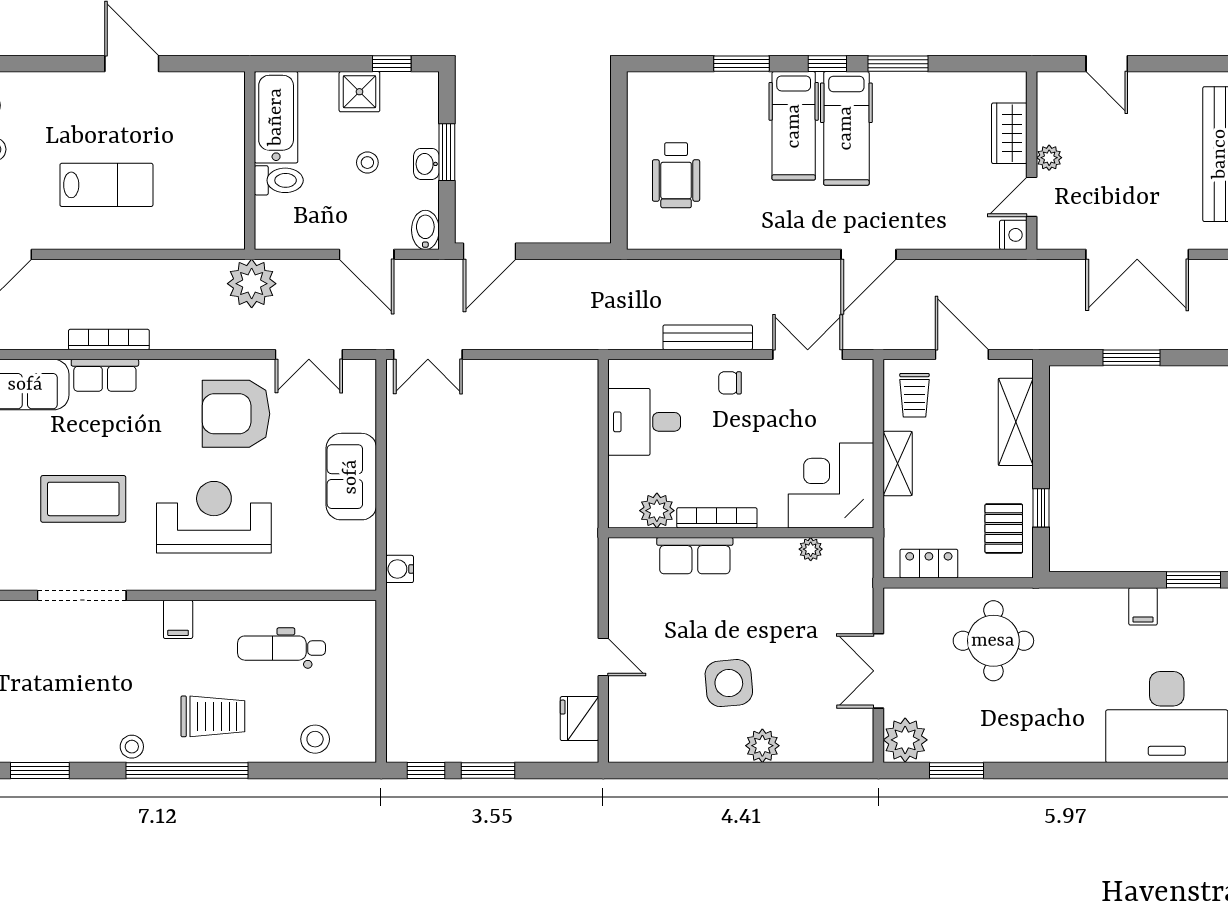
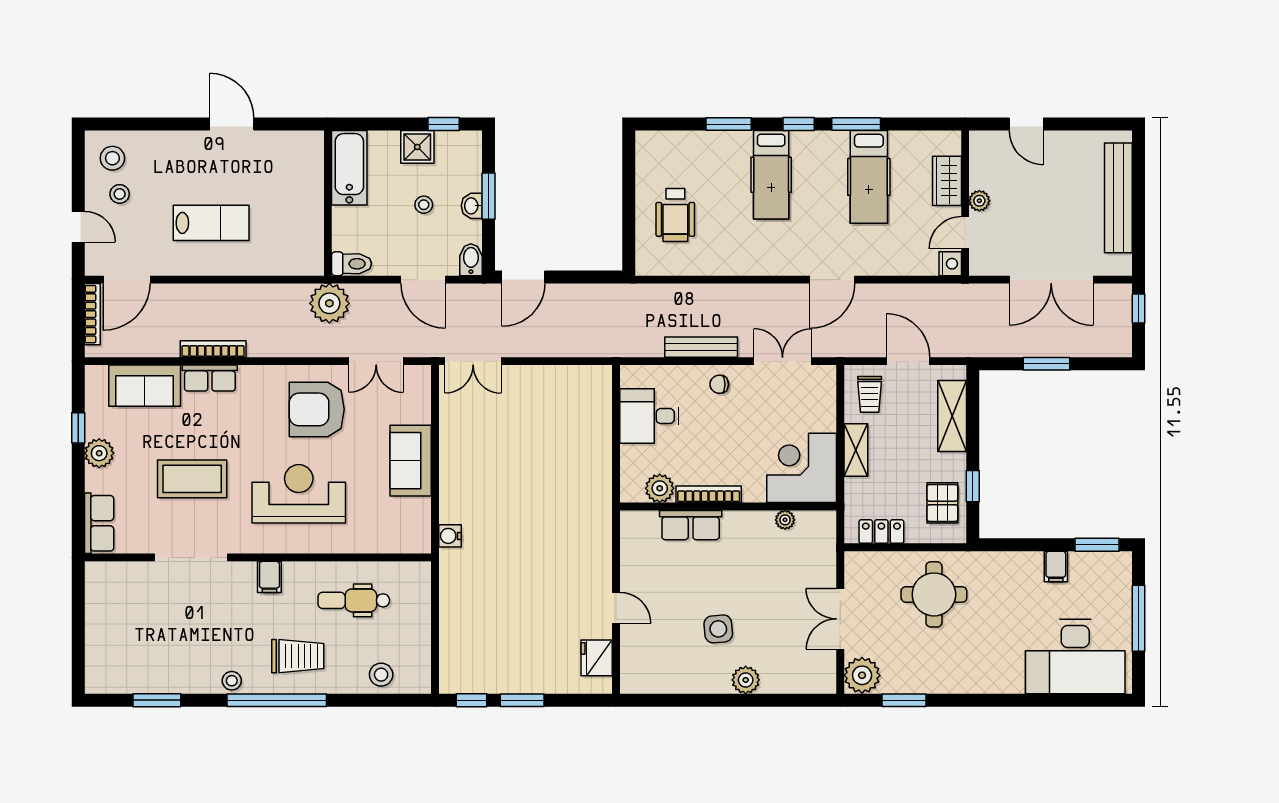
hospital bed: (846, 128) -> (869, 177), moved
toilet: (279, 180) -> (352, 264), moved
side table: (729, 683) -> (718, 629), width x0.73, depth x0.73

